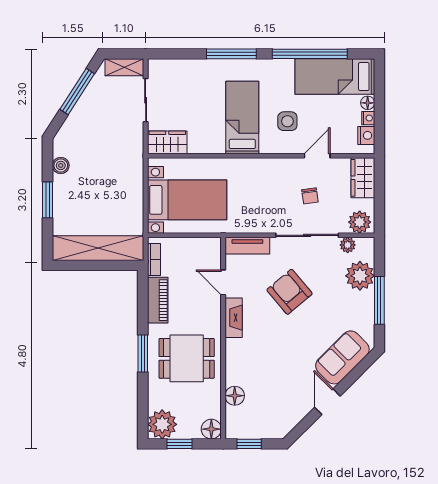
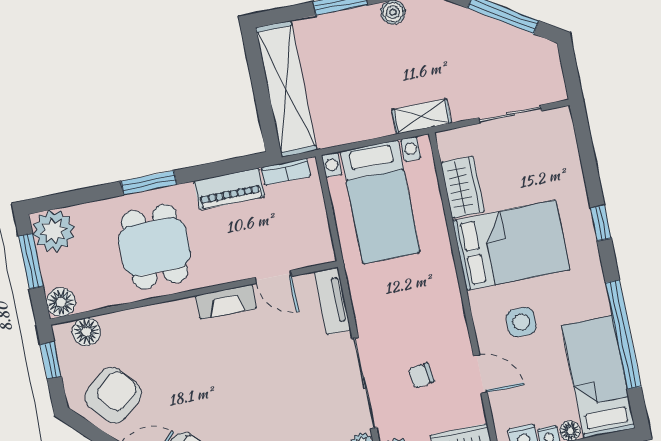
window: (231, 54) -> (601, 223), width x0.46
shelving: (124, 67) -> (421, 116), moved, turned 90
bed: (242, 117) -> (511, 245), width x1.50
wardrobe: (167, 142) -> (463, 187), moved
door: (223, 282) -> (273, 277), swing flipped
armchair: (290, 292) -> (113, 395), moved
floor lamp: (235, 396) -> (86, 332), moved
window: (179, 444) -> (31, 261), width x1.50

